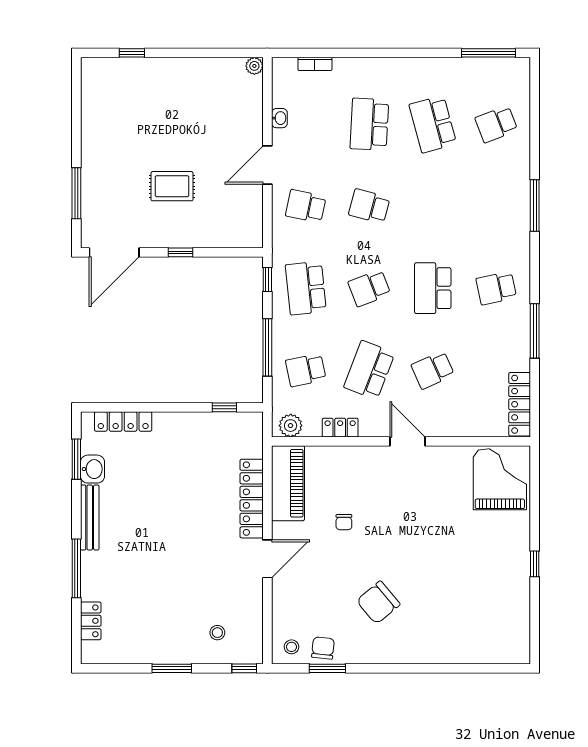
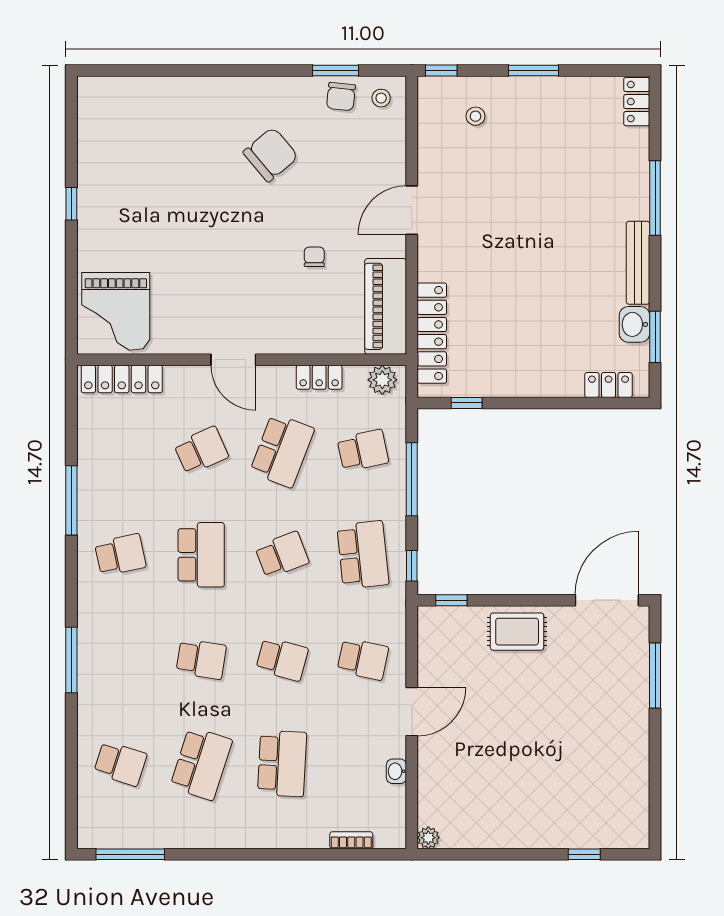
school desk: (433, 124) -> (201, 763), turned 33
school desk: (496, 124) -> (120, 763), turned 39
rug: (172, 186) -> (517, 632), moved
school desk: (433, 206) -> (201, 659), added
window: (180, 252) -> (451, 600), moved
locker: (520, 404) -> (122, 379), moved, turned 90
locker: (123, 421) -> (609, 385), width x0.66
locker: (252, 499) -> (432, 333), moved
locker: (91, 621) -> (637, 102), moved

